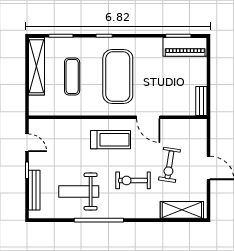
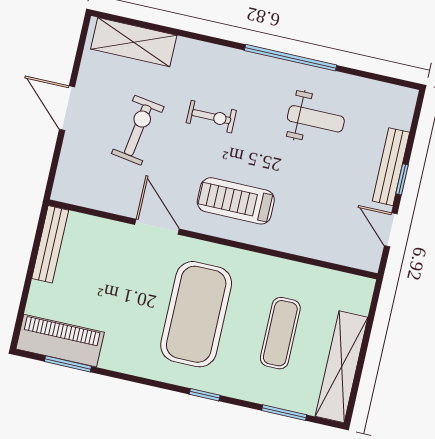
bench: (201, 101) -> (50, 244), width x1.36
exercise bike: (133, 180) -> (211, 117), width x0.73, depth x0.72
bench: (34, 190) -> (391, 167), moved
weight bench: (79, 191) -> (316, 119), width x0.73, depth x0.75

